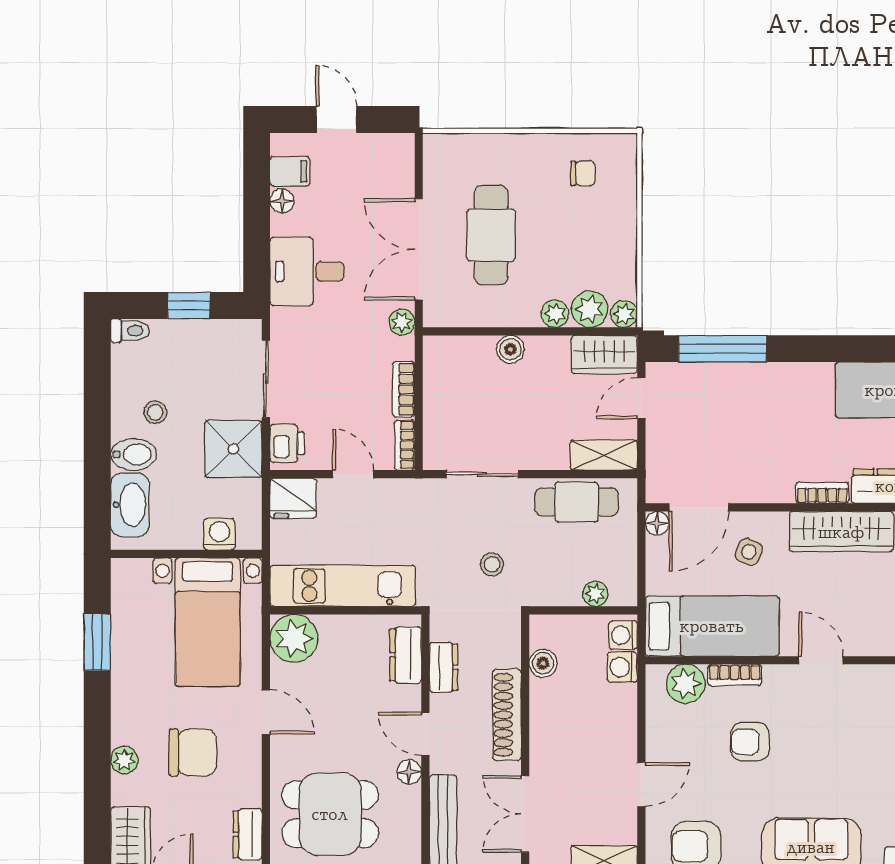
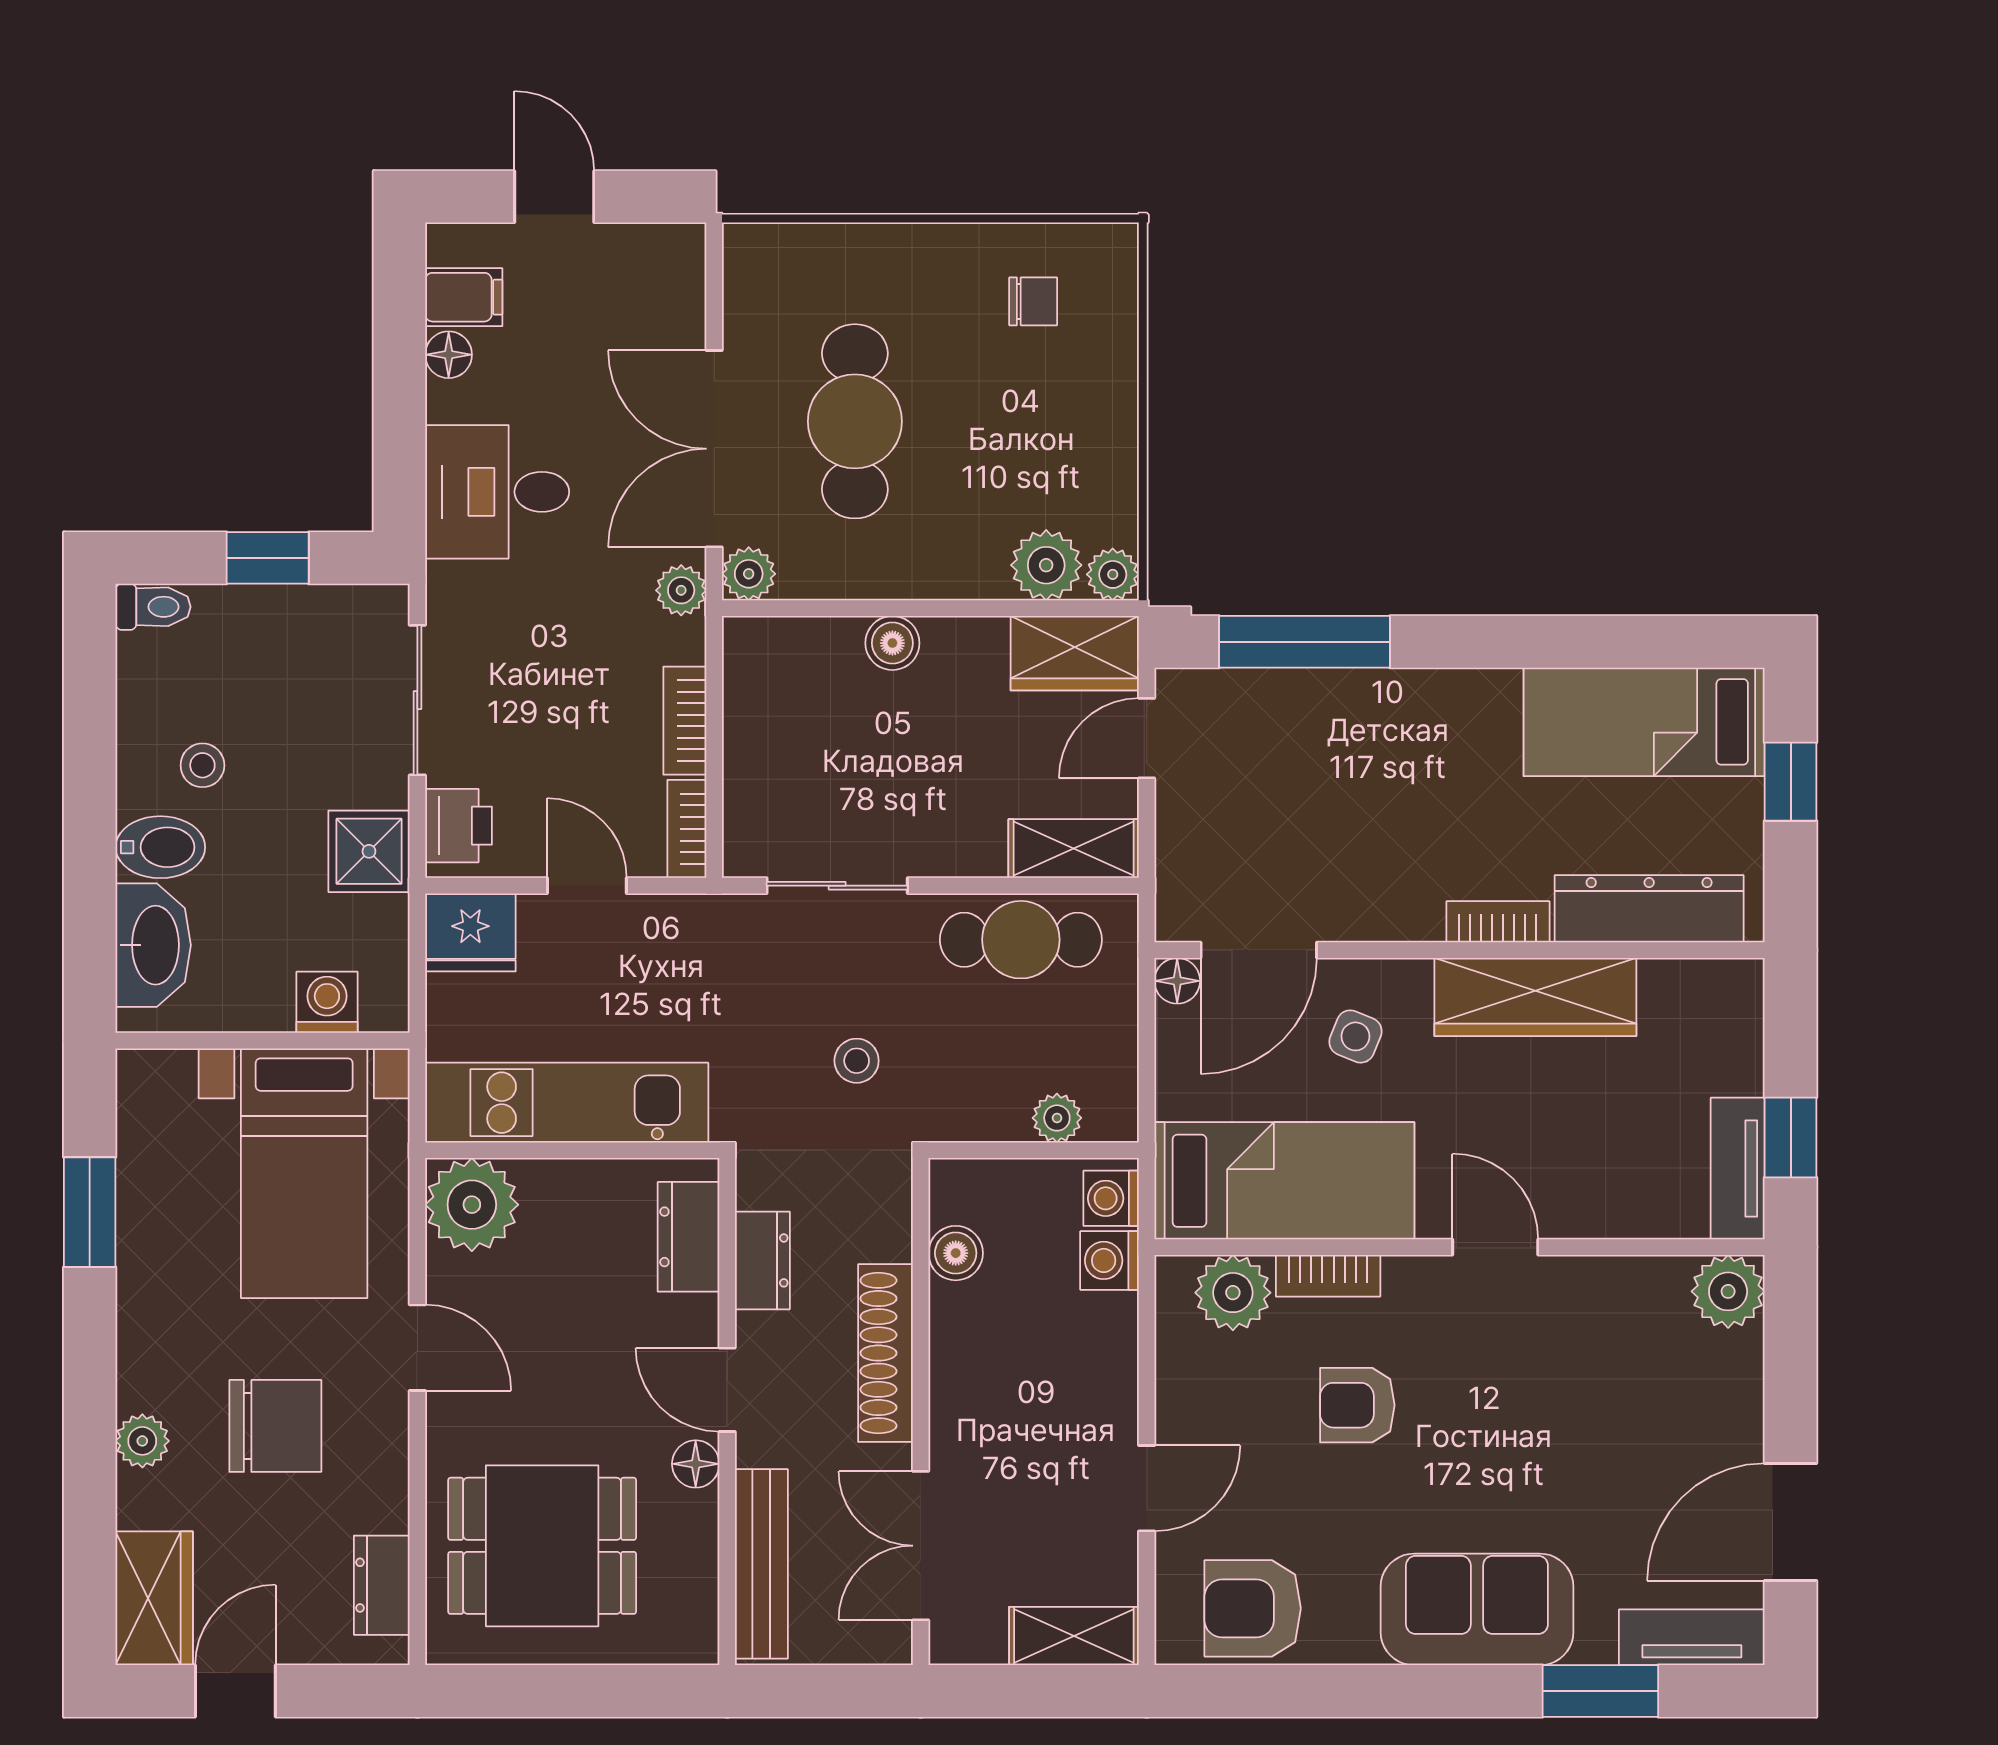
plant: (555, 314) -> (749, 574), moved
shower: (233, 449) -> (369, 851), width x0.73, depth x0.73

